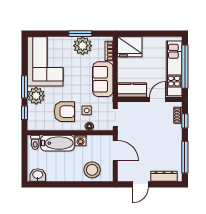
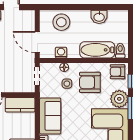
armchair: (38, 122) -> (118, 72), added
washing machine: (81, 140) -> (61, 53), moved
washbasin: (38, 175) -> (99, 17), moved

